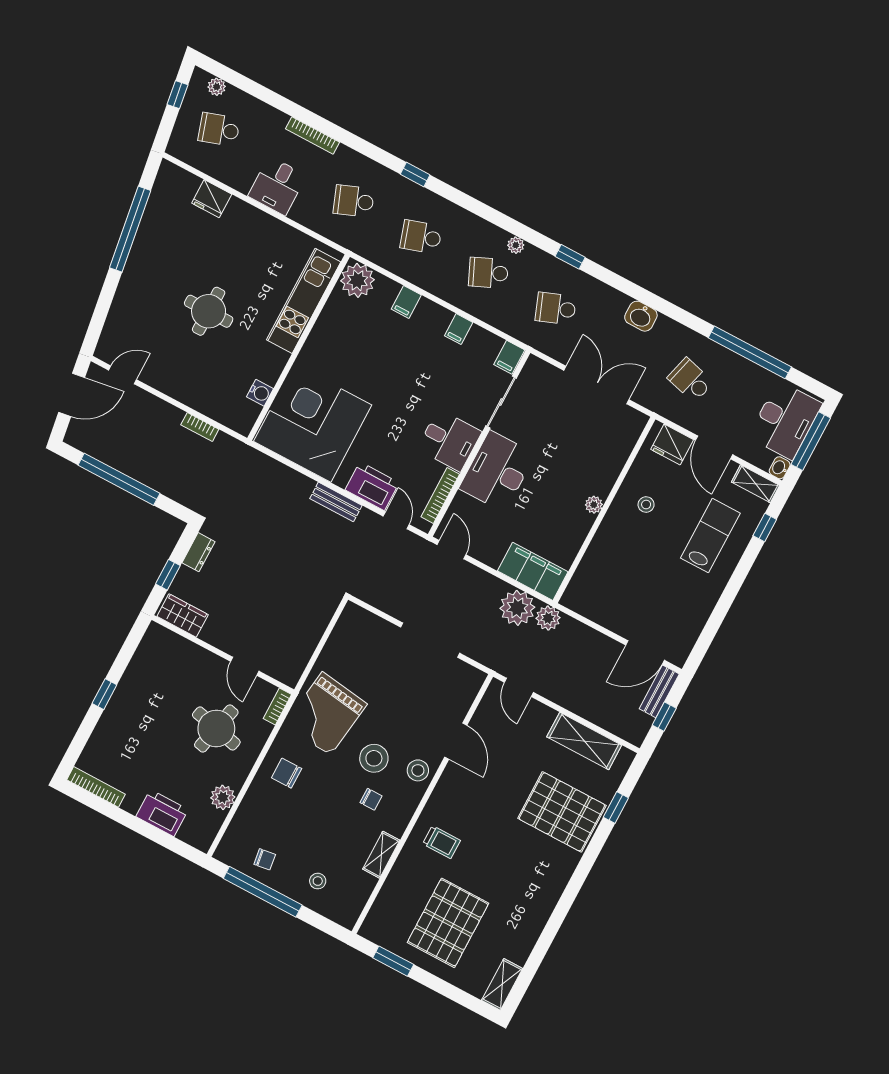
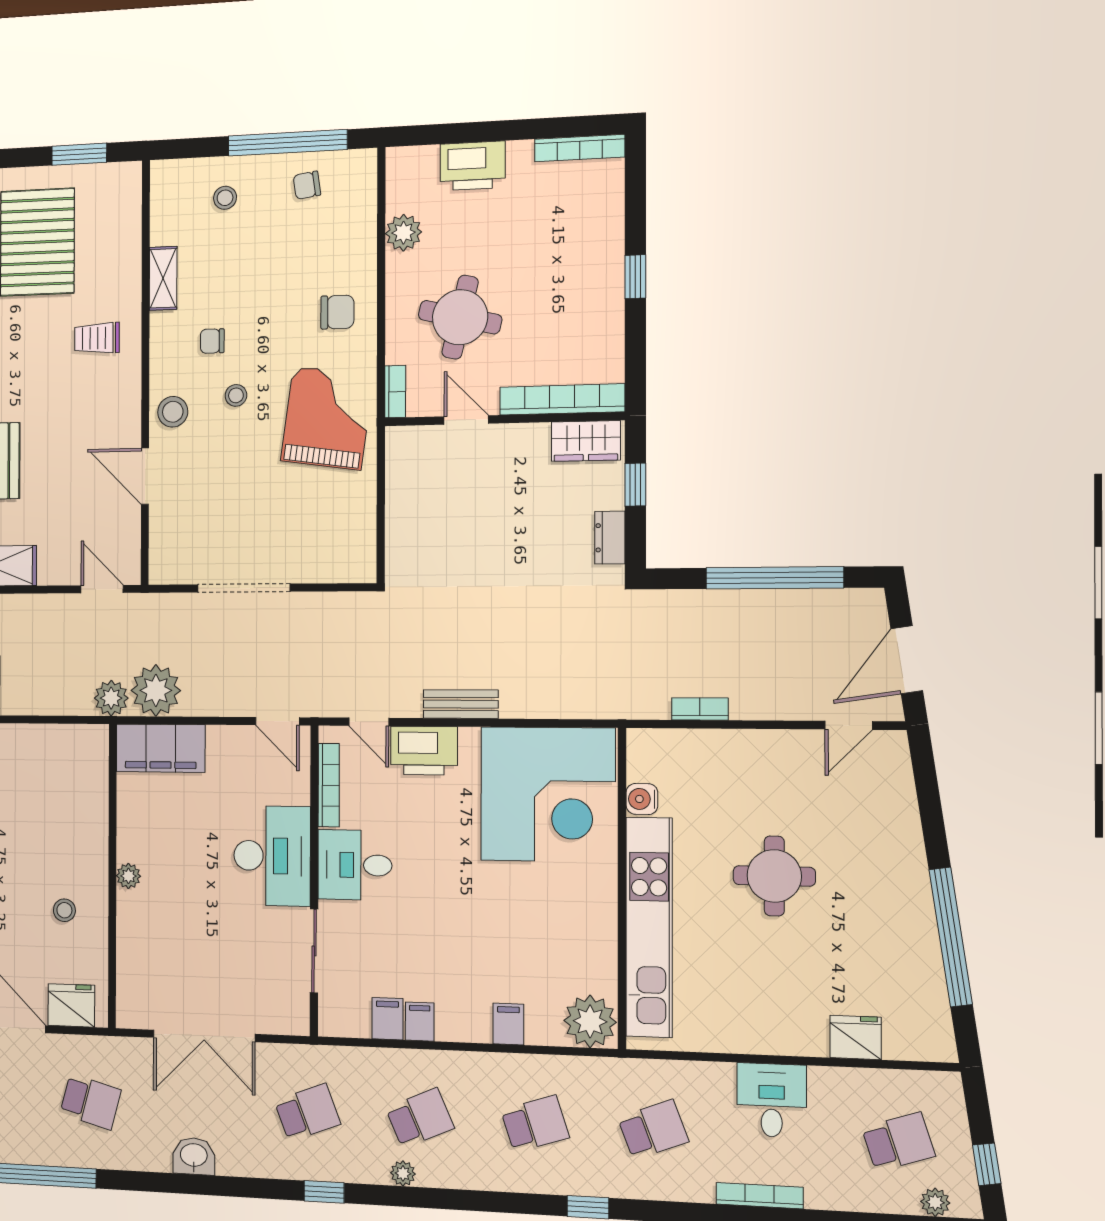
kitchen unit: (304, 301) -> (649, 927), width x1.36
filing cabinet: (509, 357) -> (387, 1019), moved
bookcase: (183, 647) -> (562, 399), added
stool: (374, 758) -> (236, 395), width x0.53, depth x0.53

